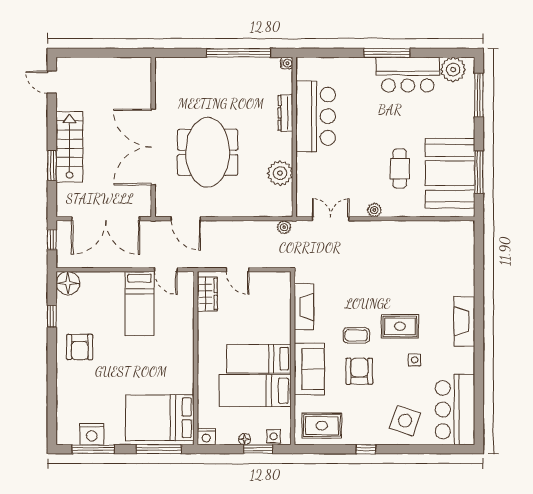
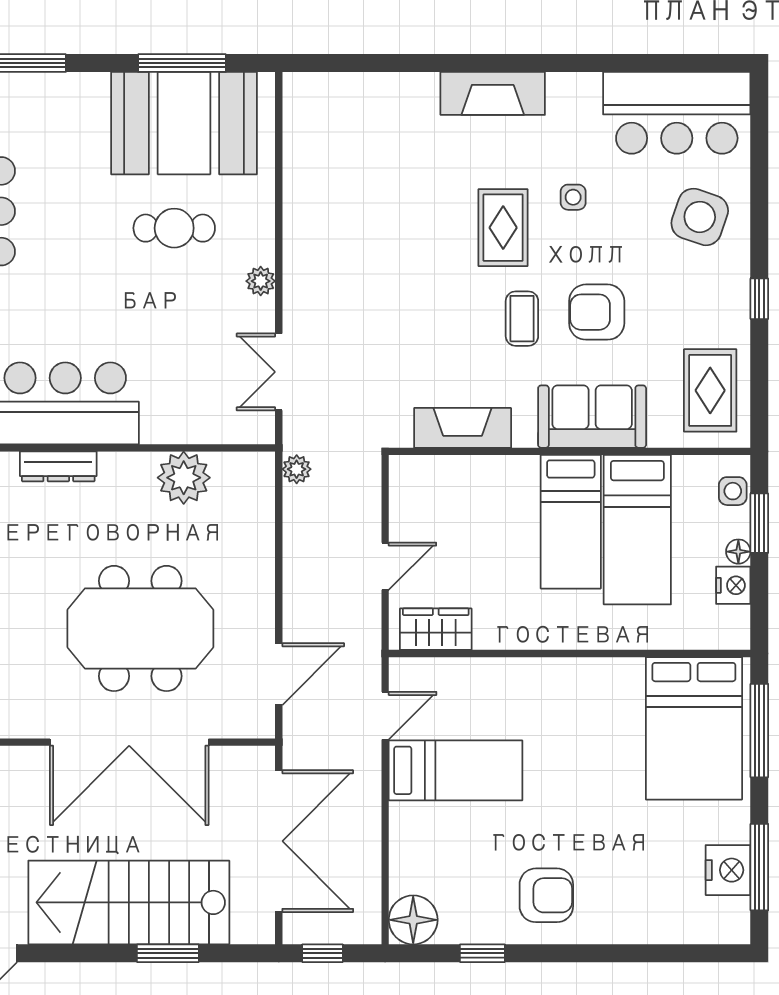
stairs: (69, 147) -> (129, 902), width x1.36, depth x1.51
nightstand: (206, 437) -> (733, 585), moved

